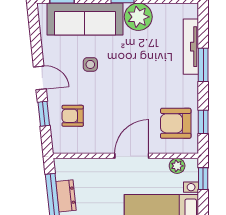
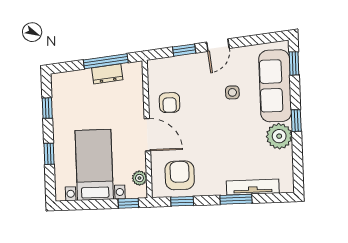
armchair: (73, 116) -> (170, 103), moved, turned 180

